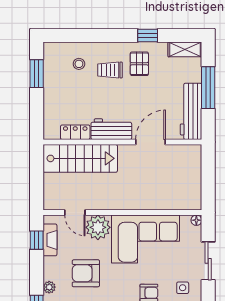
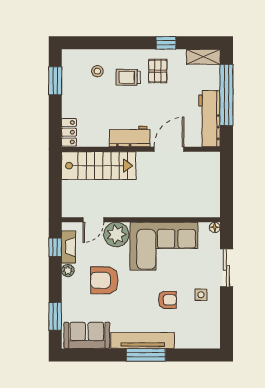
window: (208, 88) -> (226, 95), width x1.46
locker: (75, 132) -> (69, 132), moved, turned 90
door: (75, 213) -> (93, 220), hinge flipped
plant: (49, 287) -> (68, 271), moved

